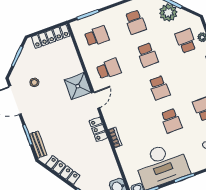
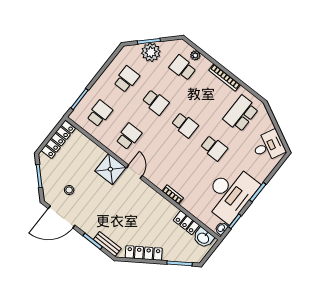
school desk: (135, 22) -> (127, 79), turned -90
locker: (98, 129) -> (186, 223), moved

